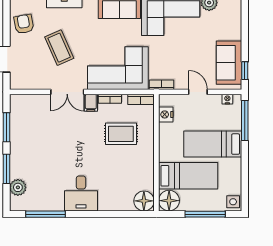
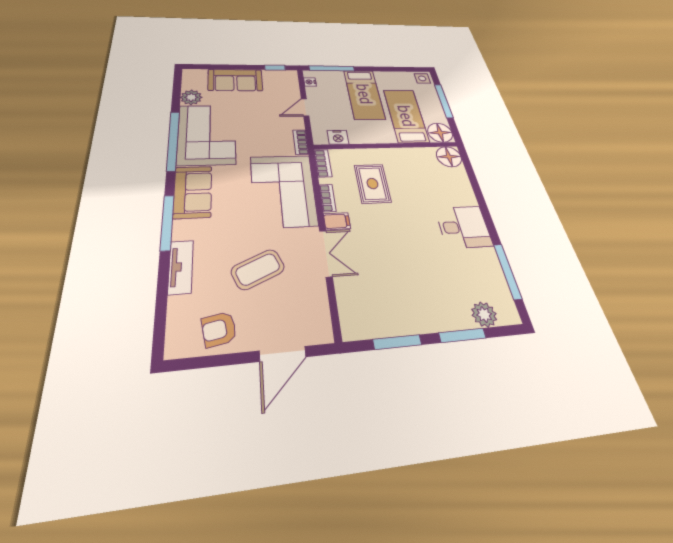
sofa: (229, 63) -> (235, 80), moved

